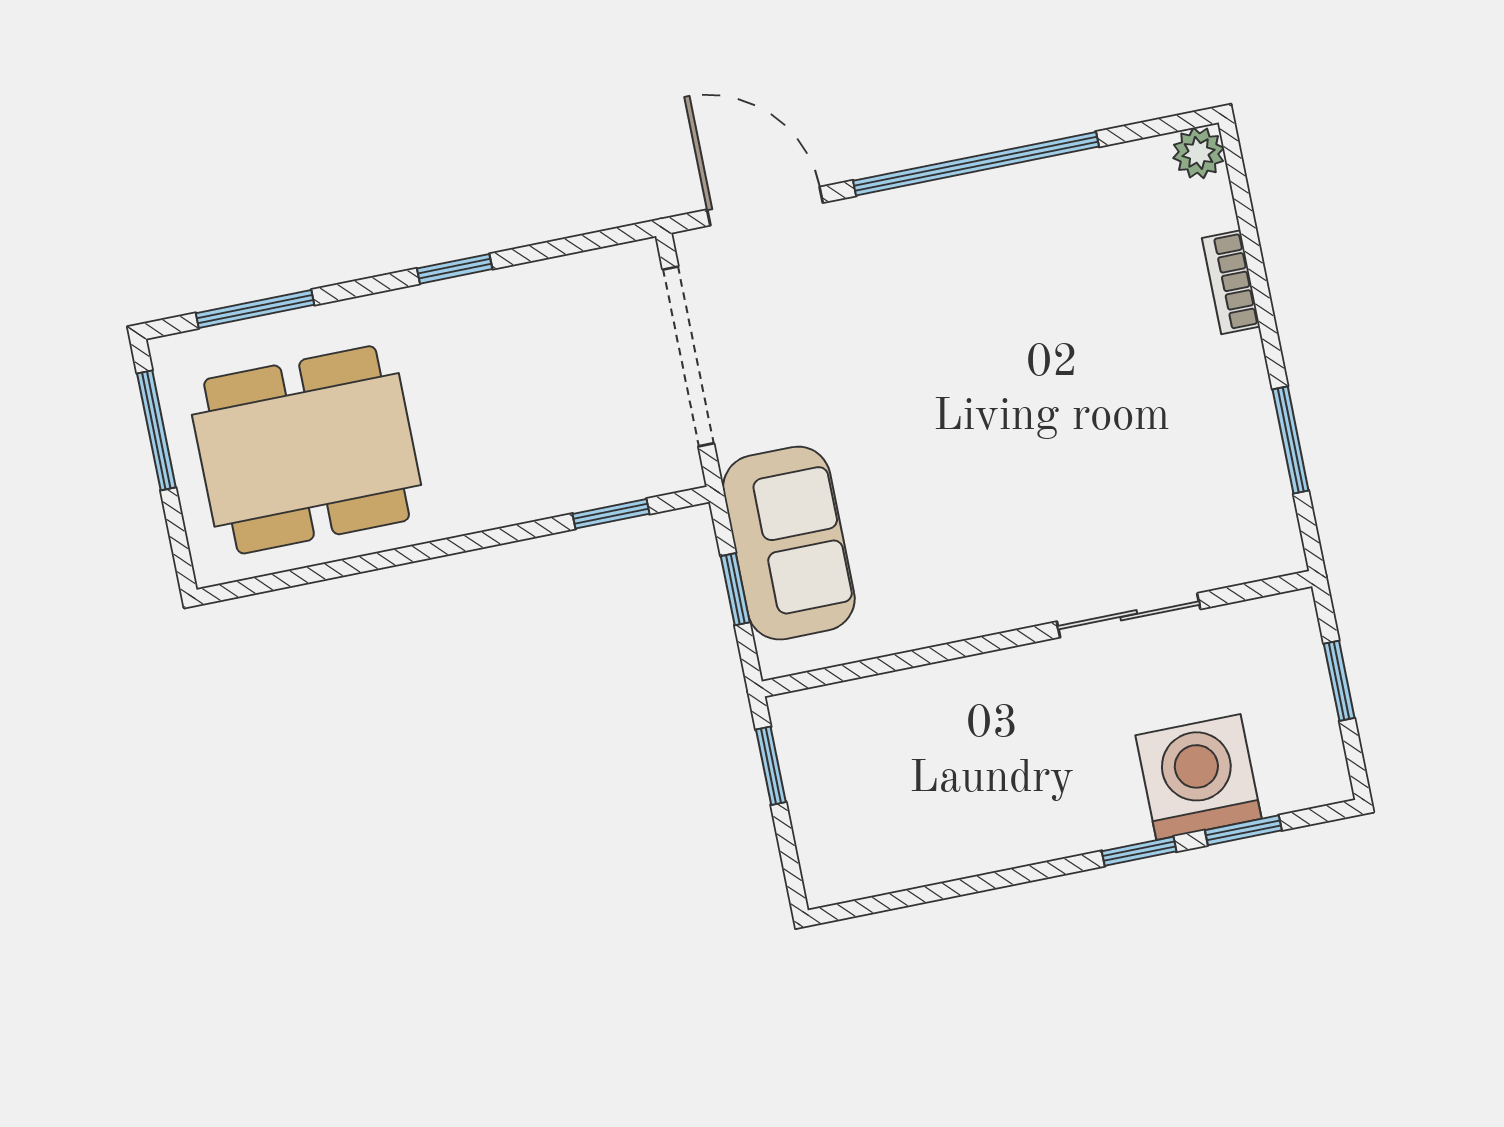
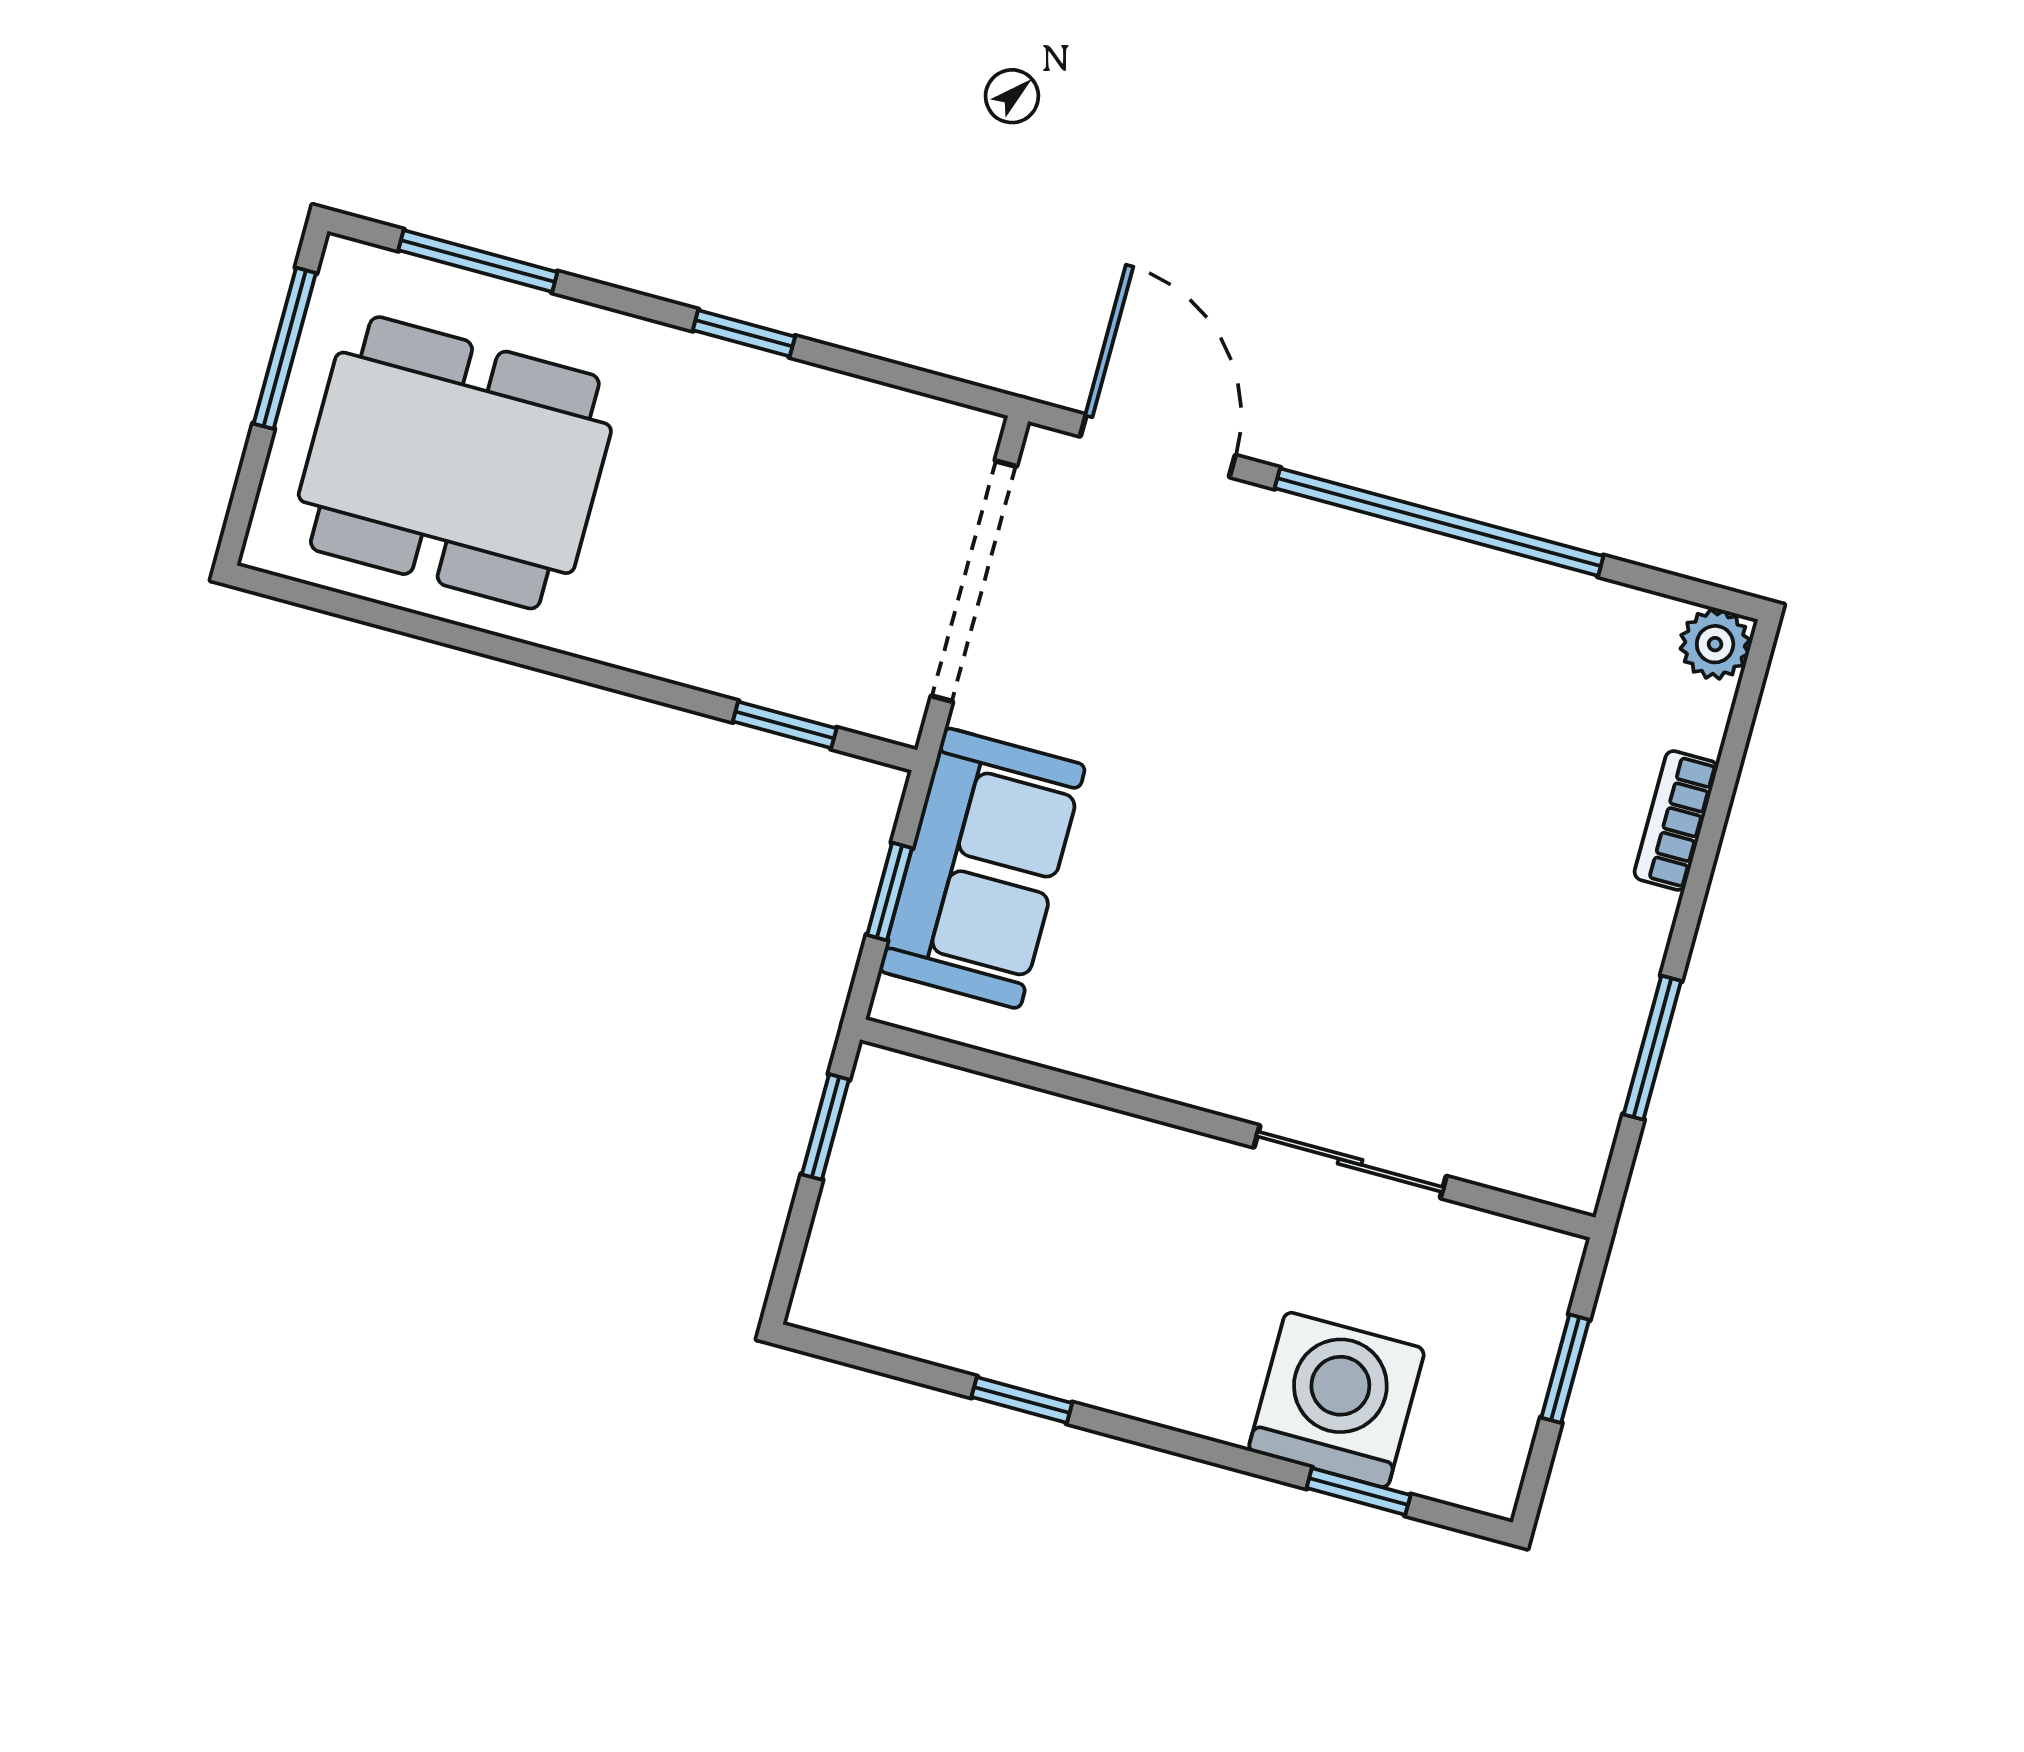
window: (1139, 851) -> (1022, 1400), moved

